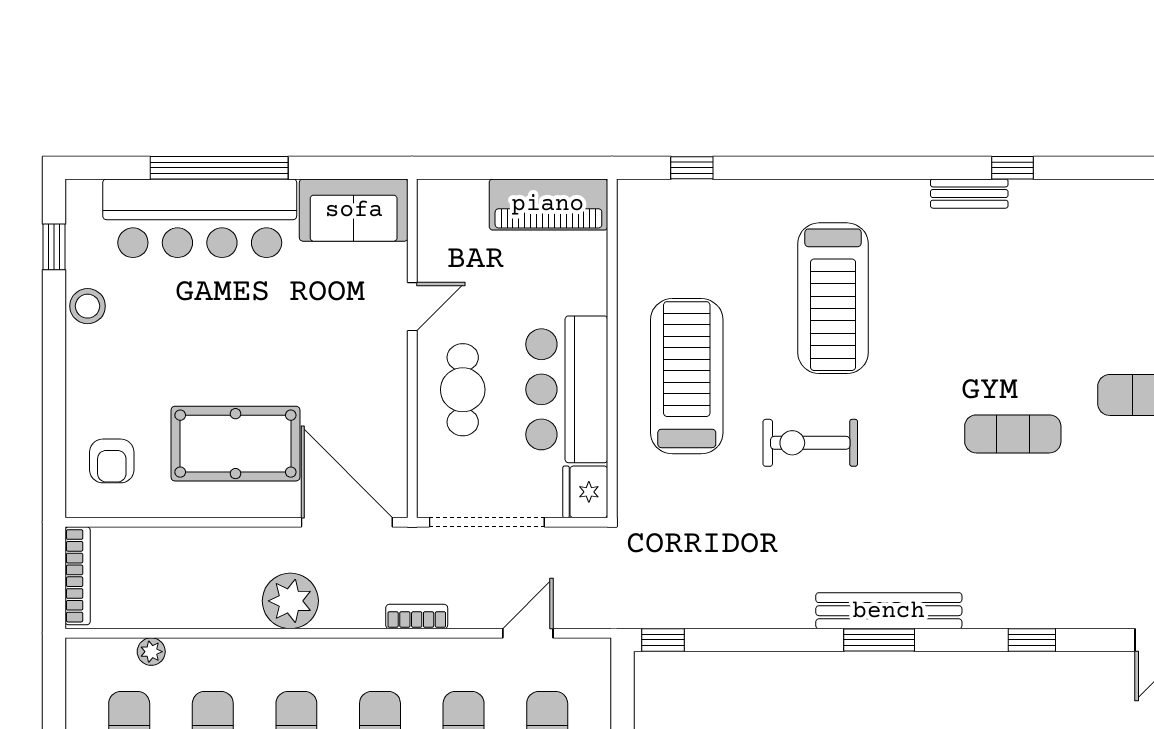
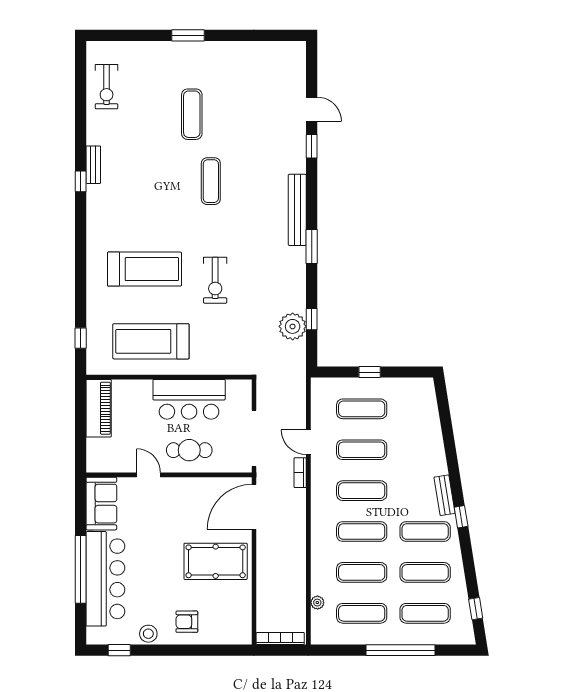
bench: (969, 194) -> (93, 165), moved
treadmill: (687, 376) -> (151, 341), moved
pool table: (235, 444) -> (216, 561), turned 90
armchair: (112, 461) -> (187, 622), moved, turned 180
fridge: (585, 492) -> (239, 390), removed
plant: (290, 601) -> (293, 326), moved
bench: (889, 611) -> (297, 210), moved
door: (528, 633) -> (308, 442), moved
window: (663, 640) -> (312, 319), moved
window: (1032, 640) -> (312, 146), moved

